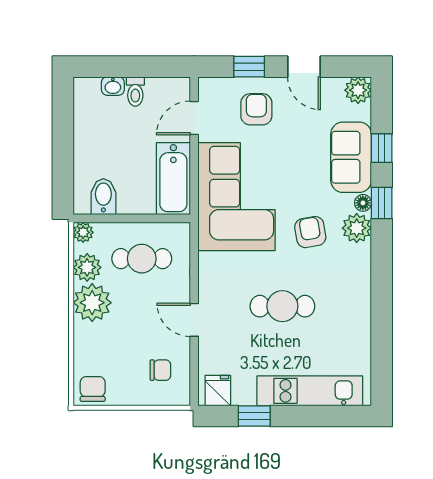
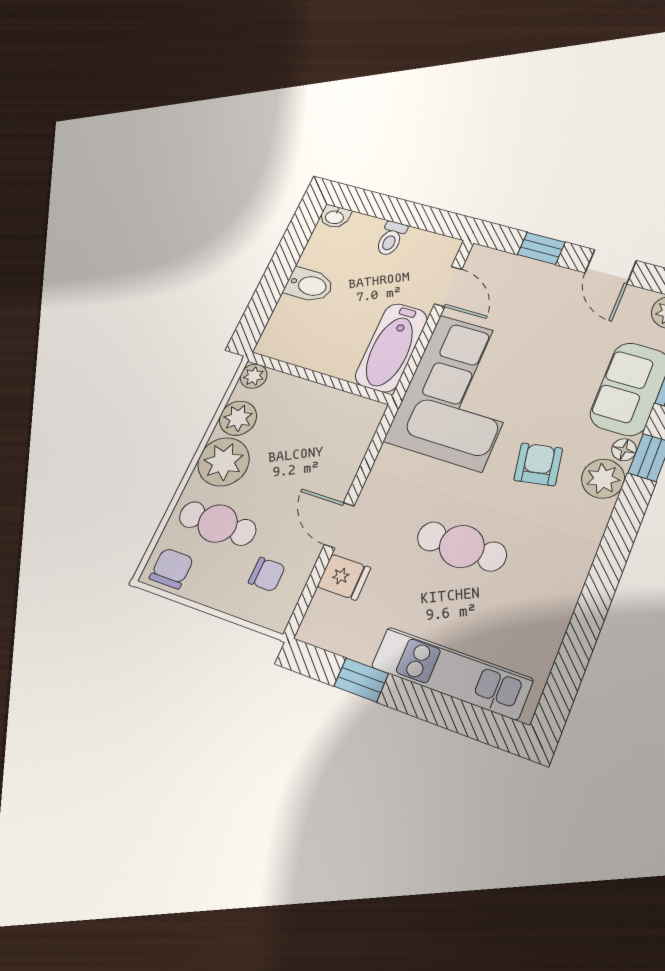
washbasin: (113, 86) -> (335, 217), moved
armchair: (256, 109) -> (530, 298), removed
door: (194, 118) -> (448, 287), swing flipped
bidet: (103, 197) -> (309, 285), moved, turned 90
cafe table: (142, 259) -> (218, 523), moved
fridge: (218, 391) -> (344, 577), moved, turned 90

